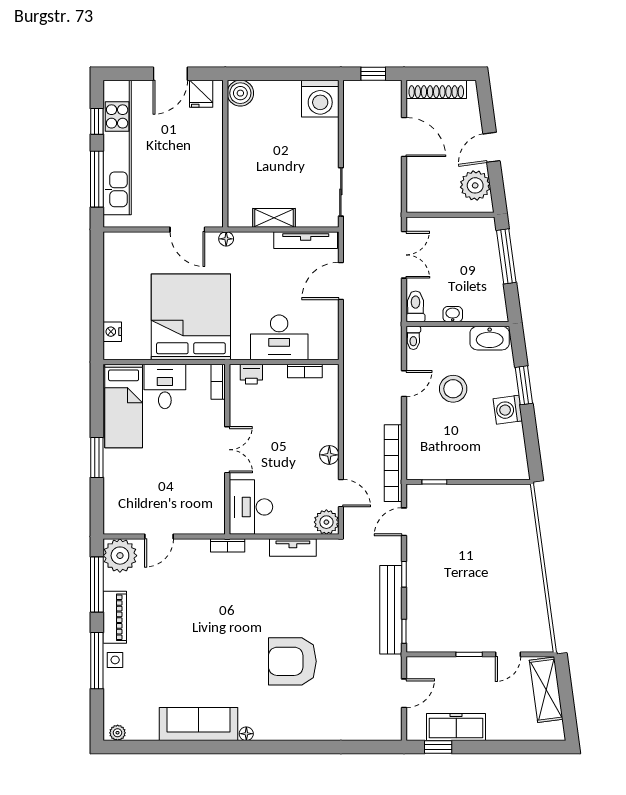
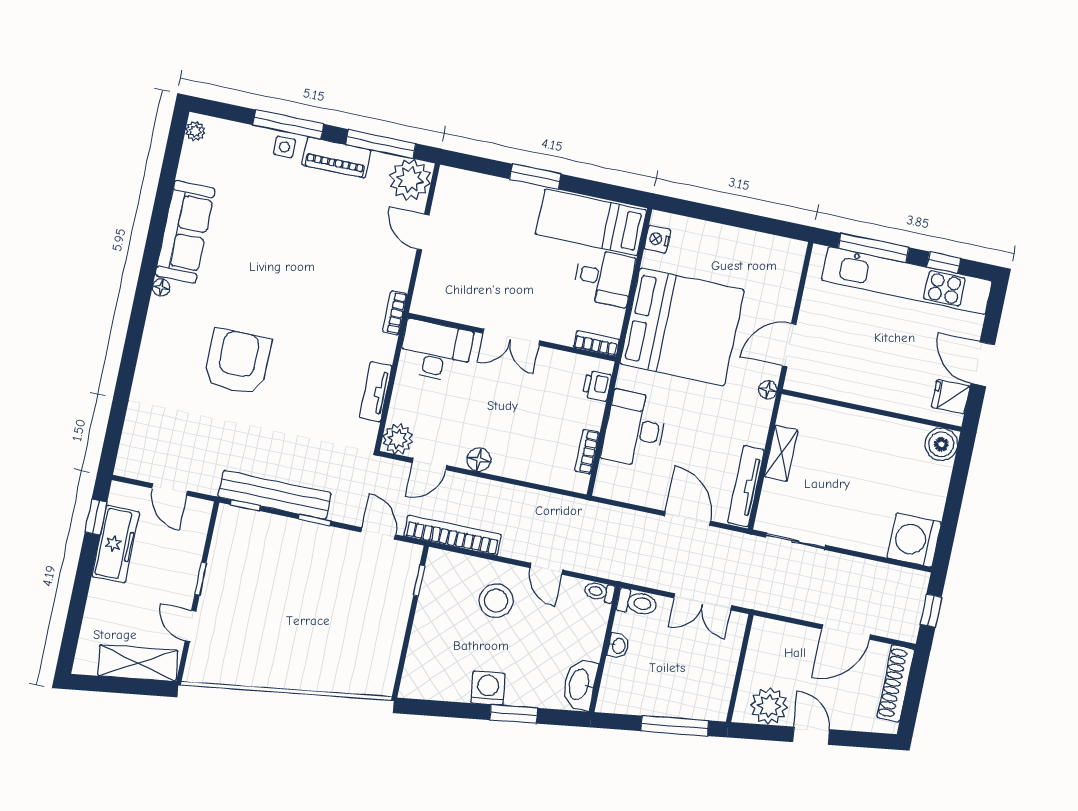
nightstand: (112, 332) -> (657, 239), moved, turned -90
stool: (453, 389) -> (496, 601), moved

